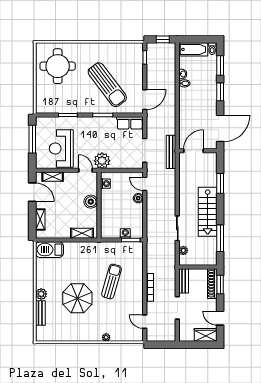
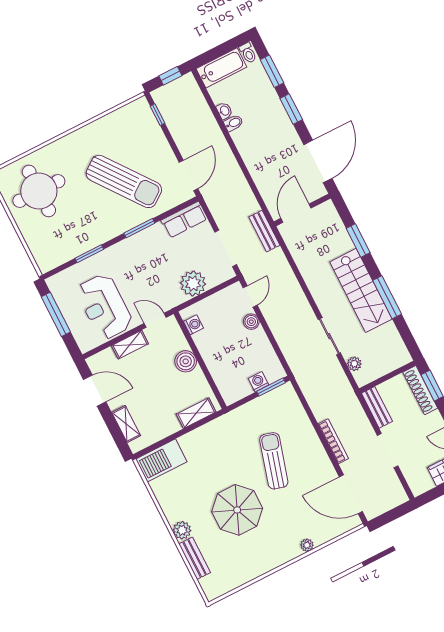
bench: (171, 152) -> (264, 231), width x0.73
plant: (102, 161) -> (193, 284), moved
shelving: (53, 177) -> (130, 345), moved
door: (145, 184) -> (250, 296), swing flipped
window: (220, 238) -> (387, 297), moved
door: (145, 322) -> (351, 494), width x1.87

